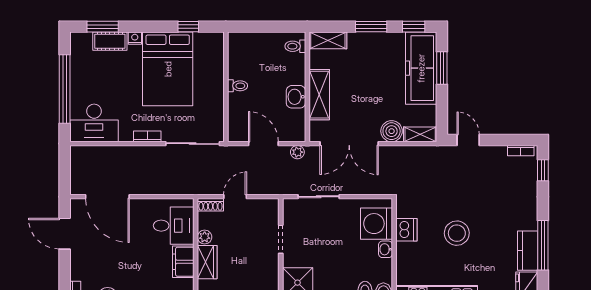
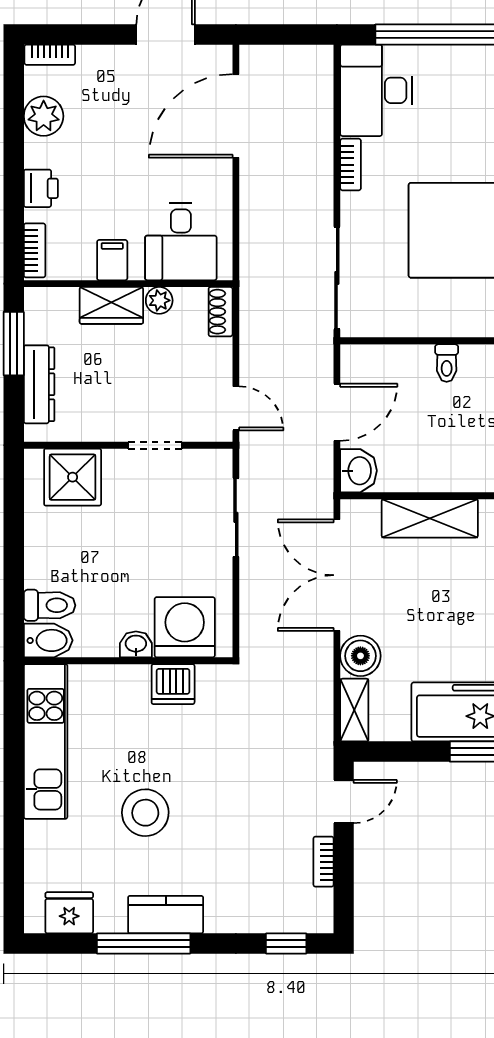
washbasin: (296, 97) -> (359, 471), moved, turned 90
bookcase: (147, 136) -> (351, 165), moved
bookcase: (521, 151) -> (323, 862), moved
plant: (297, 152) -> (321, 477), removed
door: (235, 197) -> (236, 408), moved
stool: (457, 233) -> (145, 813), moved
kitchen counter: (528, 251) -> (166, 915), moved
filing cabinet: (183, 262) -> (112, 260), width x0.50

